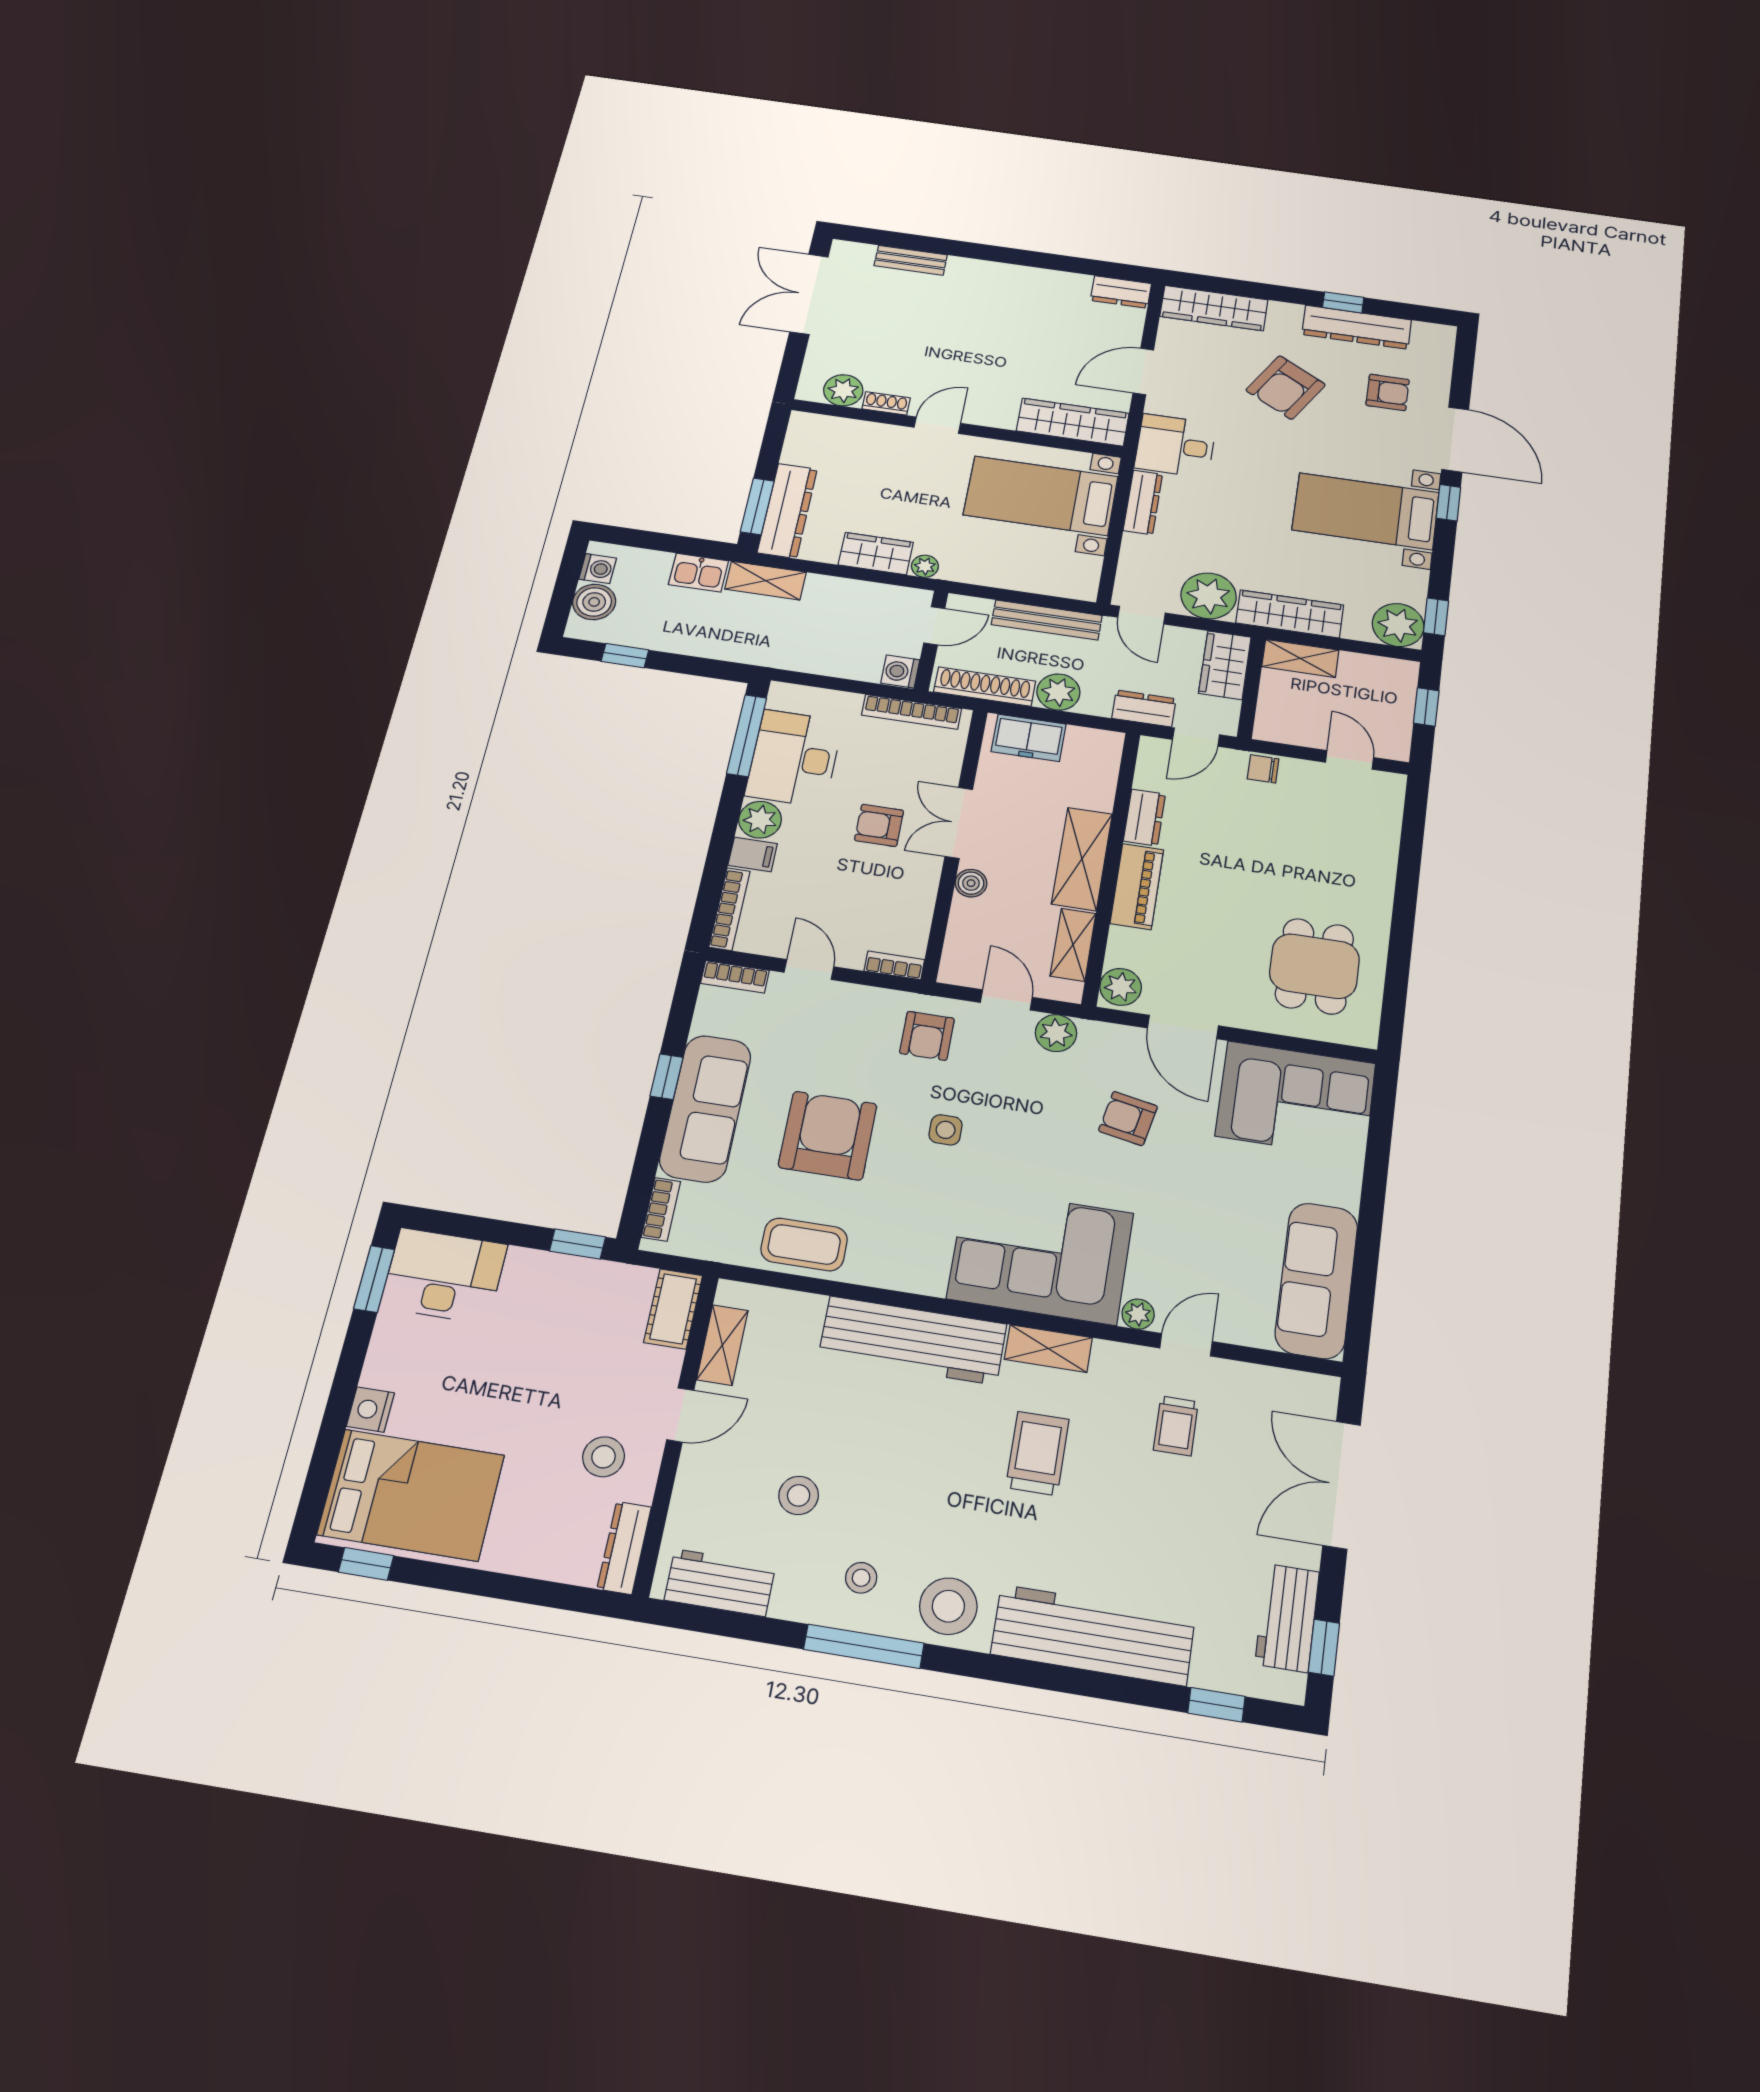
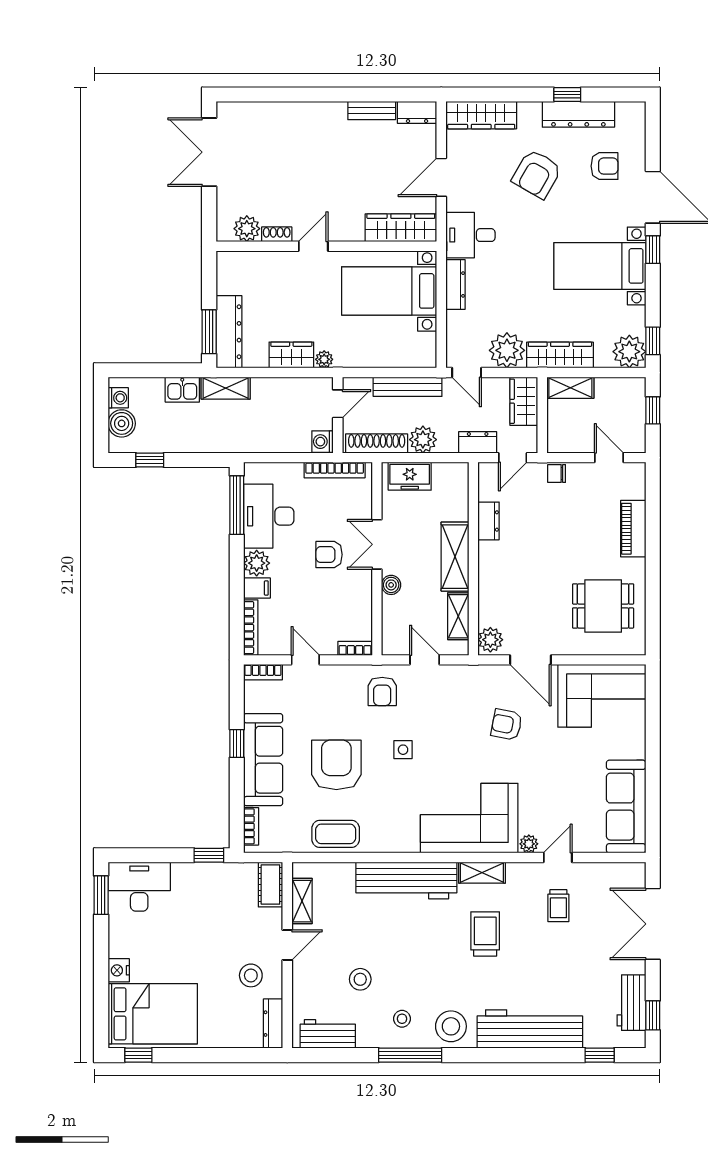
bench: (911, 260) -> (372, 111), moved
piano: (1137, 886) -> (633, 529), moved, turned 180
dining table: (1314, 966) -> (603, 606), turned 90
plant: (1056, 1033) -> (457, 677), removed

